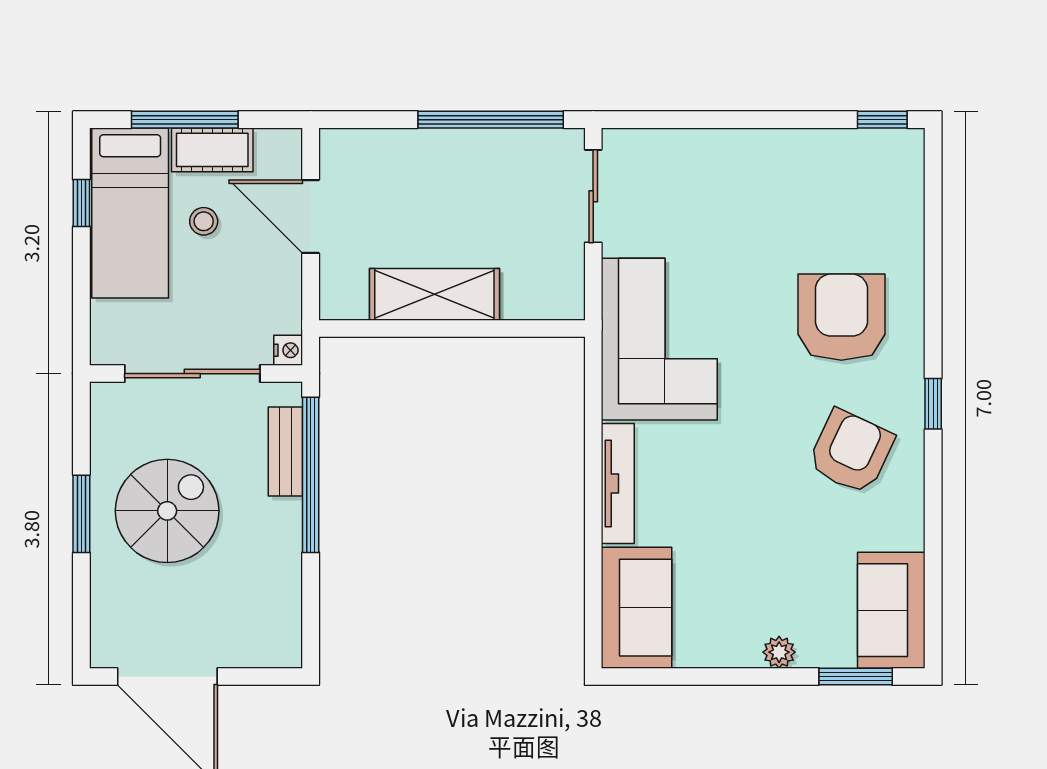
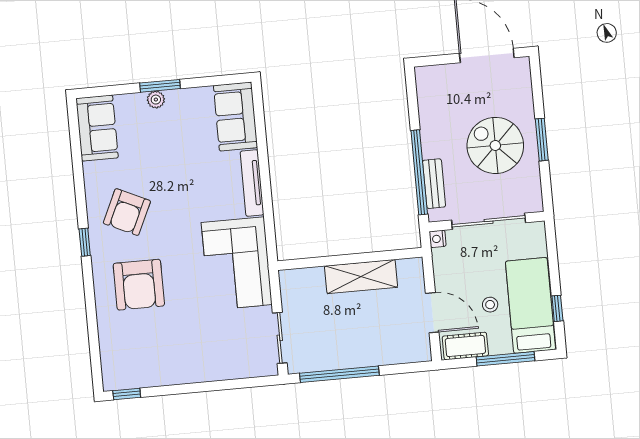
cot: (212, 150) -> (465, 346), moved
spiral stairs: (167, 511) -> (495, 145), turned 90
window: (856, 677) -> (160, 86), moved

